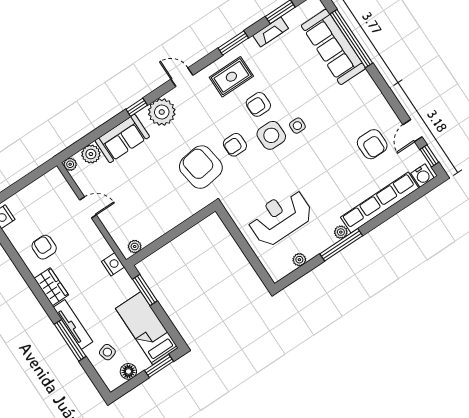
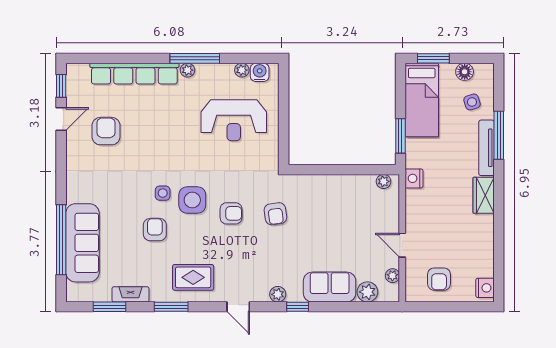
armchair: (258, 104) -> (155, 230), moved, turned -90
plant: (162, 112) -> (278, 294), width x0.53, depth x0.53
plant: (70, 164) -> (392, 276), moved
armchair: (201, 167) -> (275, 214), width x0.53, depth x0.53
water cooler: (422, 175) -> (260, 72), moved
armchair: (44, 247) -> (439, 279), moved

